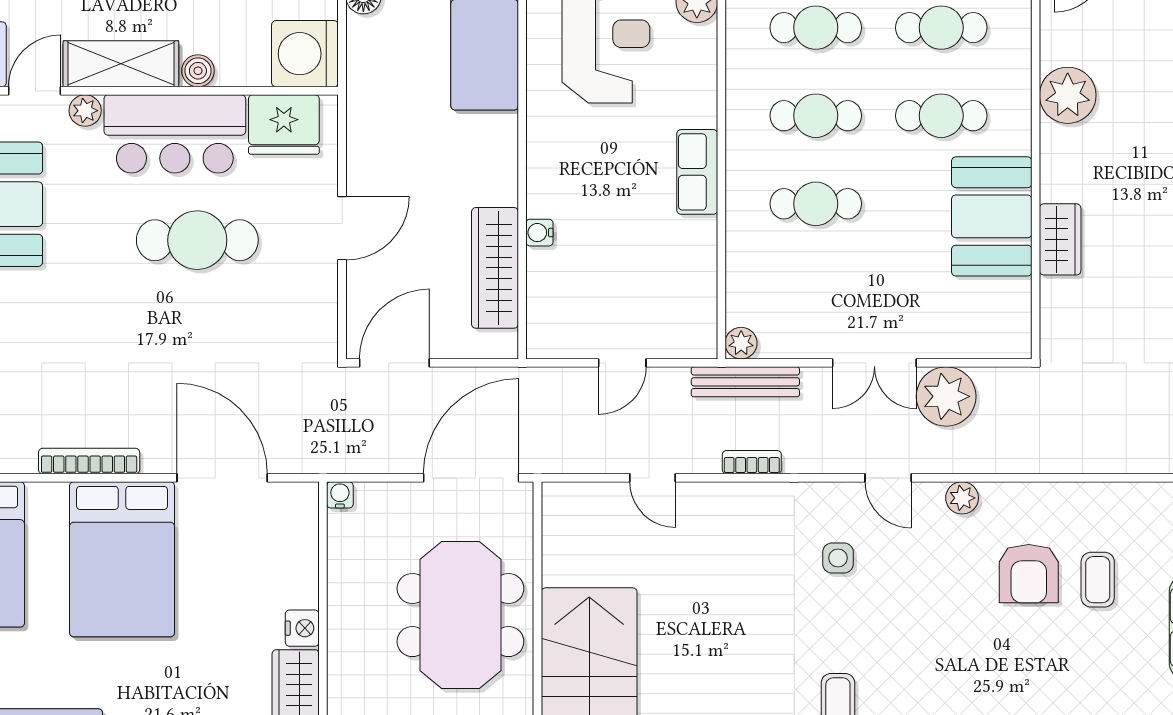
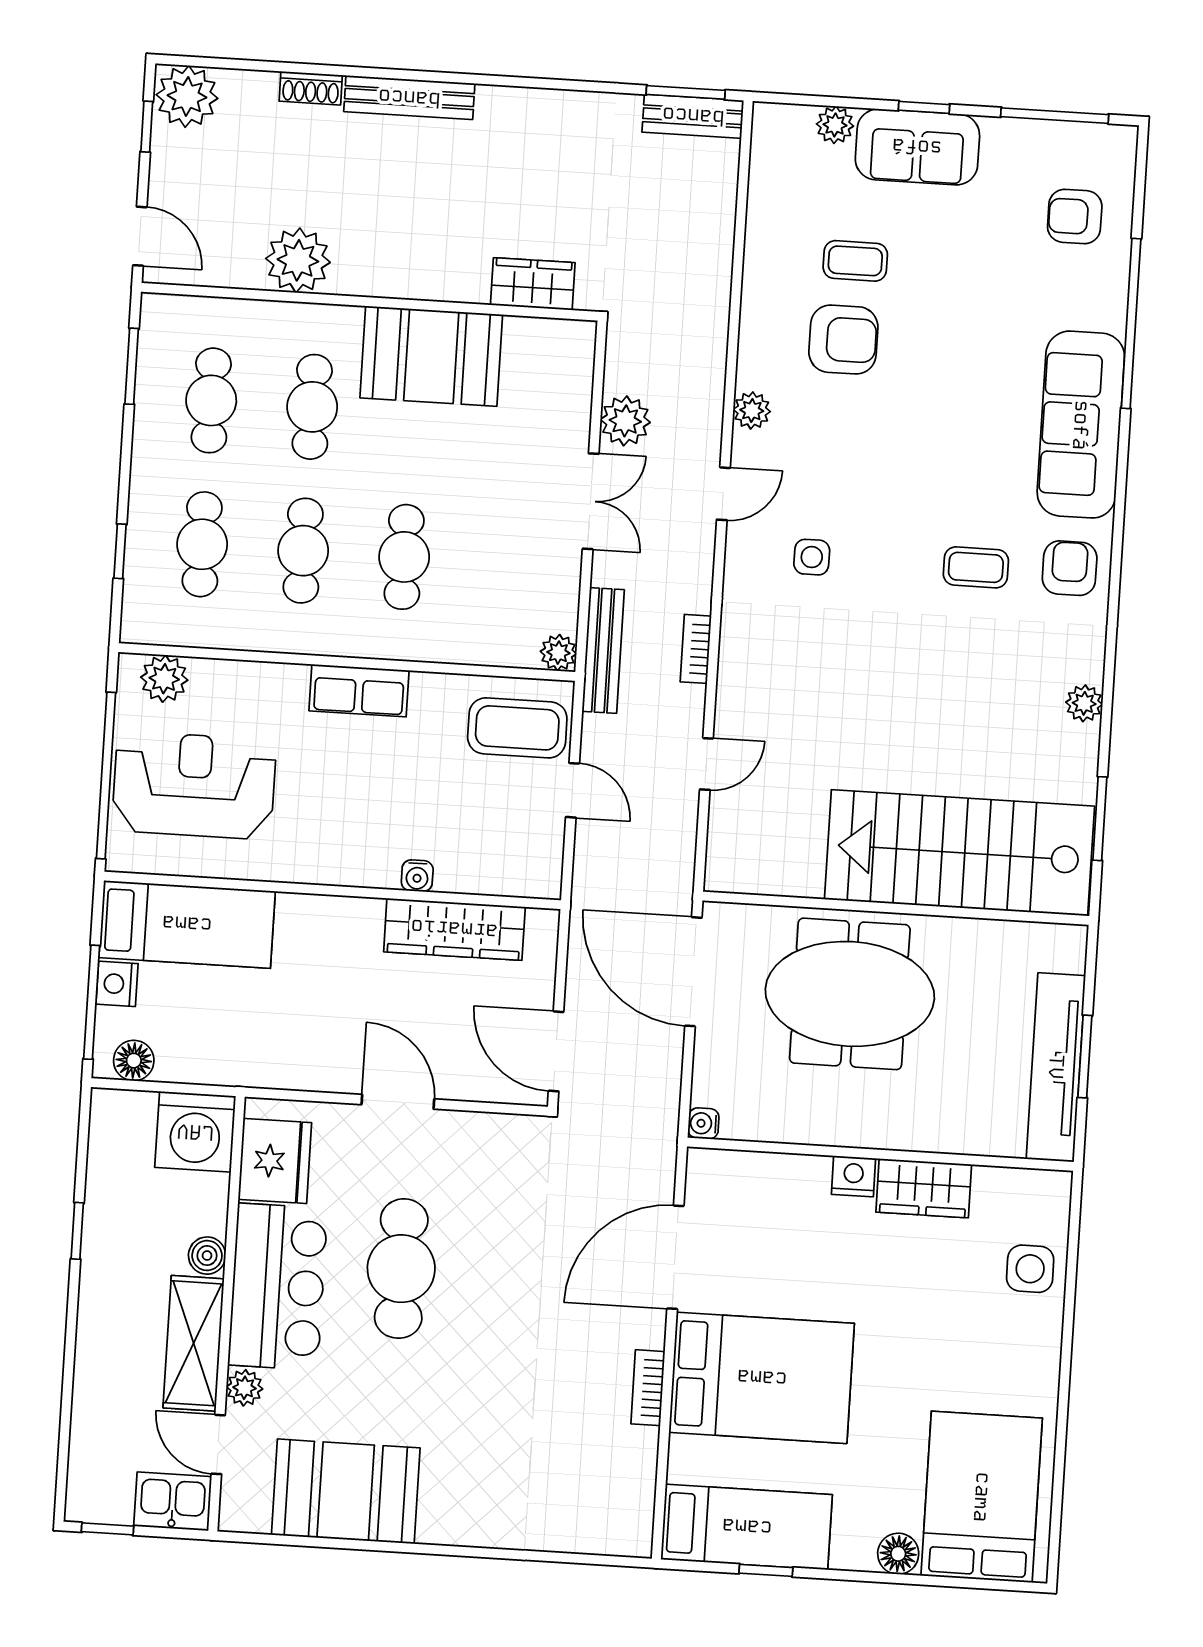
wardrobe: (1060, 239) -> (533, 284), moved
coffee table: (673, 311) -> (517, 728), added
plant: (946, 396) -> (625, 421), width x0.73, depth x0.73
bookcase: (89, 461) -> (648, 1388), width x0.64

